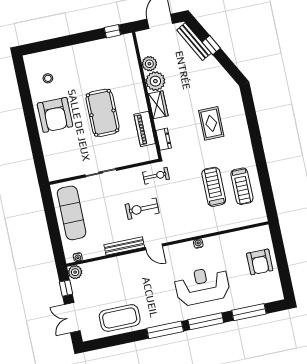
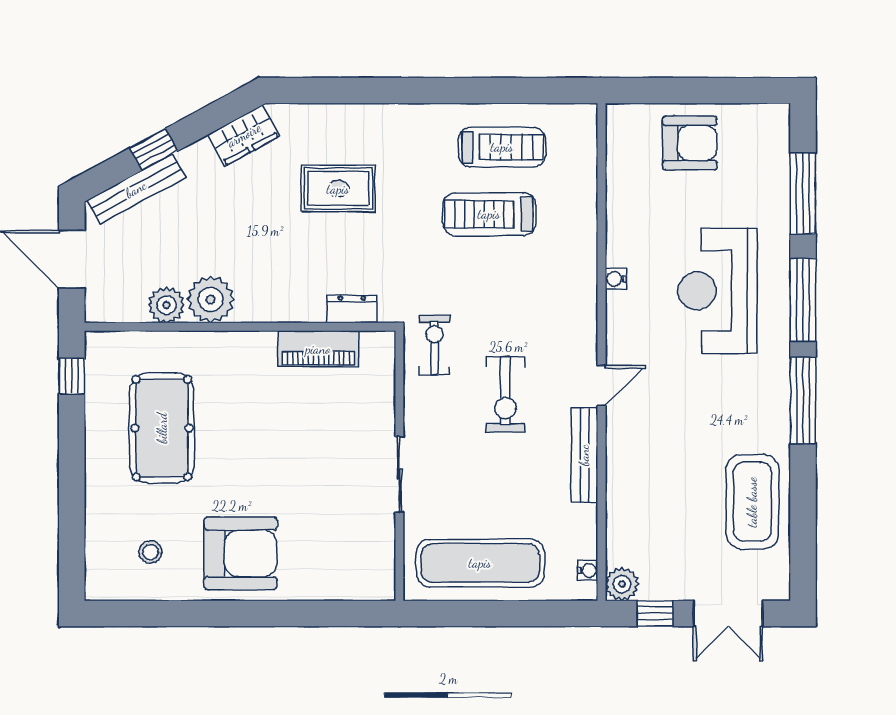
wardrobe: (158, 105) -> (244, 135), moved, turned 151
pool table: (103, 113) -> (162, 428), moved, turned 90

